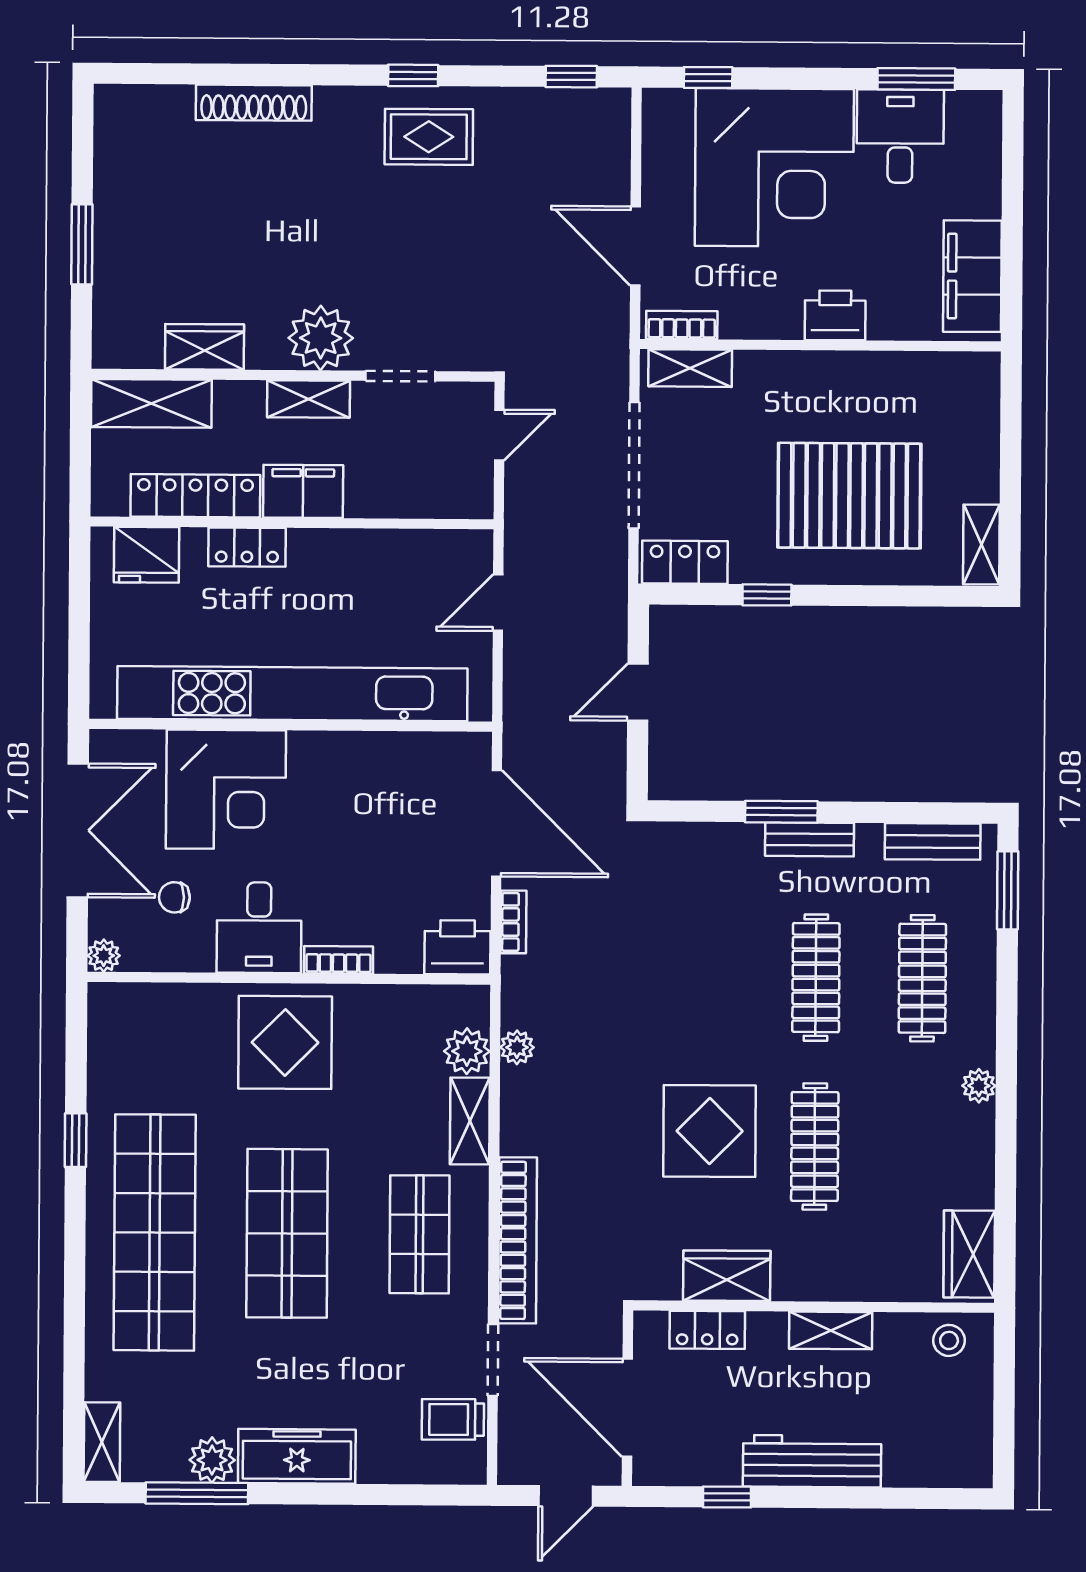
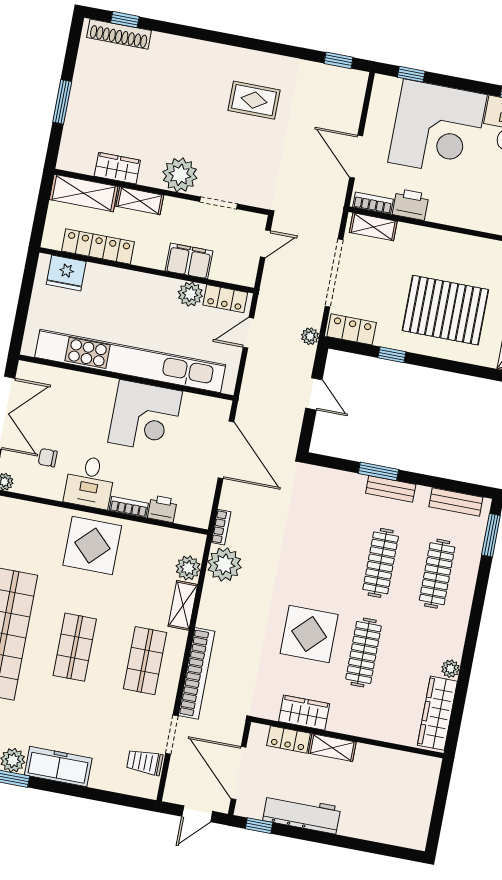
window: (413, 75) -> (125, 20), moved
shoe rack: (254, 103) -> (119, 34), moved
rug: (429, 137) -> (254, 100), moved
printer: (835, 315) -> (411, 204), moved
shelving: (309, 399) -> (140, 201), moved
filing cabinet: (303, 491) -> (189, 261), moved
locker: (247, 547) -> (225, 299), moved
plant: (380, 552) -> (190, 294), added
plant: (612, 589) -> (310, 336), added
door: (638, 692) -> (314, 394), swing flipped
corner desk: (226, 789) -> (145, 417), moved
bookcase: (513, 922) -> (221, 527), moved
printer: (457, 947) -> (162, 509), moved, width x0.73, depth x0.81
plant: (517, 1047) -> (224, 564), width x1.88, depth x1.88
plant: (979, 1086) -> (450, 669), moved
shop shelf: (287, 1233) -> (75, 647), width x0.70, depth x0.74
wardrobe: (969, 1254) -> (437, 713), width x1.50
shelving: (831, 1330) -> (332, 748), moved
stool: (949, 1340) -> (416, 769), removed
workbench: (812, 1461) -> (302, 814), moved
window: (727, 1497) -> (259, 826), moved

